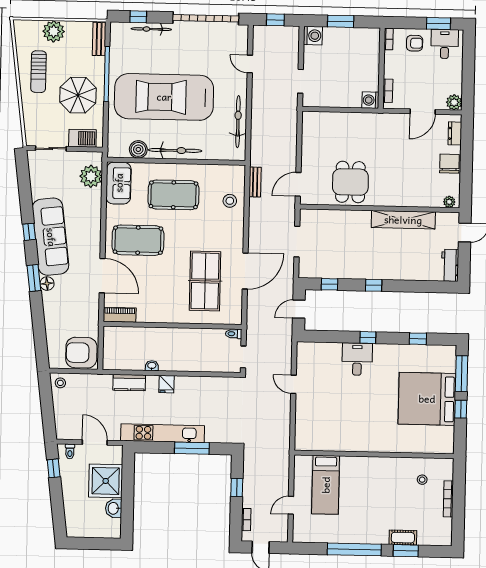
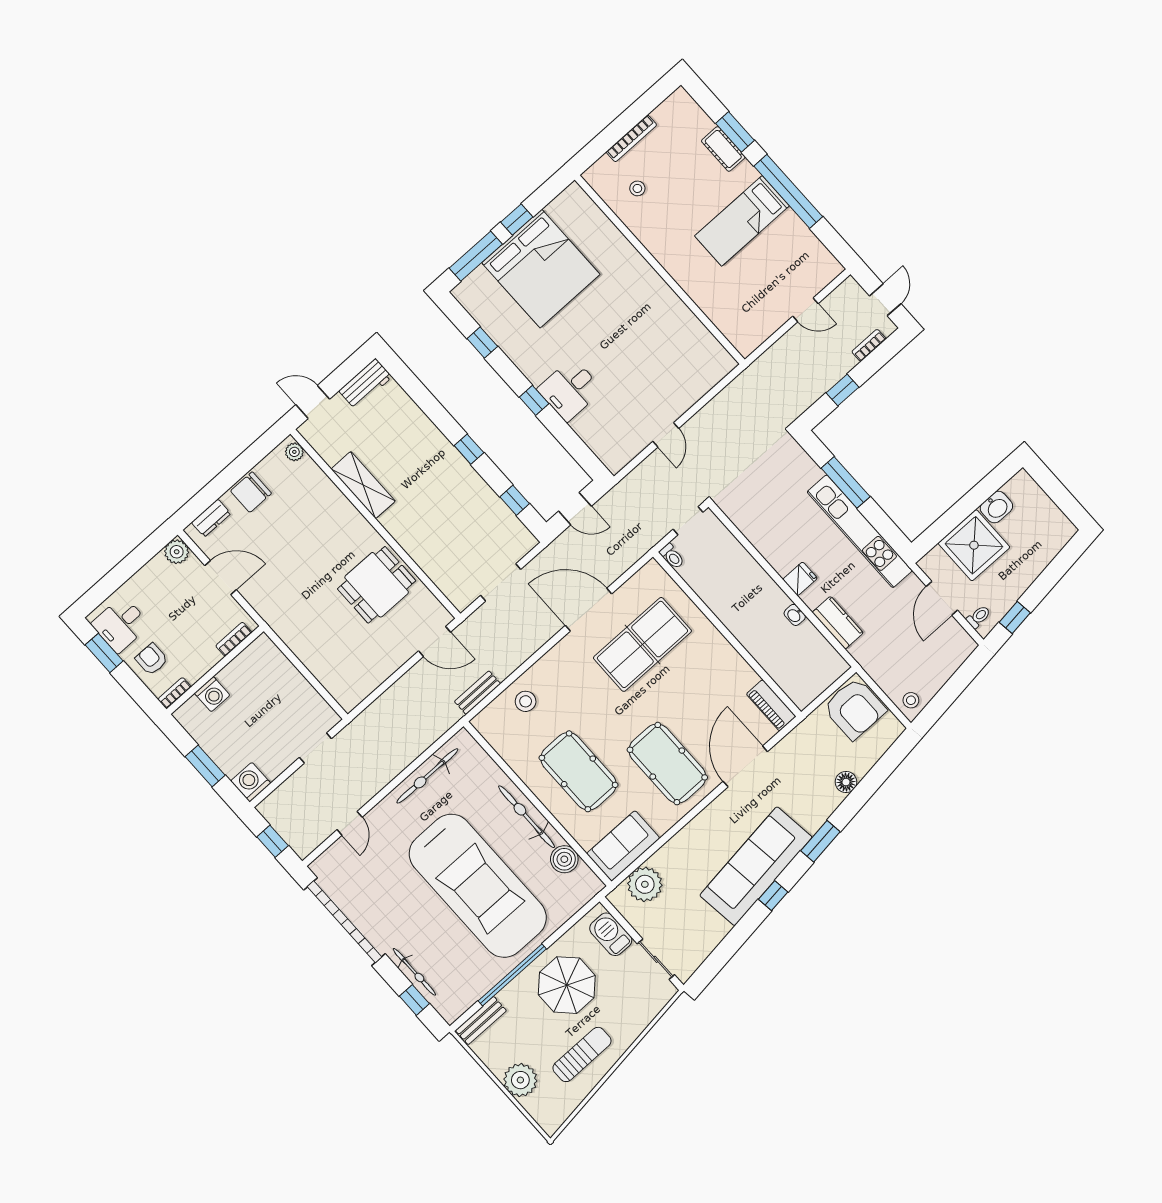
washing machine: (370, 100) -> (212, 694), moved
shelving: (403, 220) -> (363, 485), width x0.68
floor lamp: (47, 284) -> (846, 782), moved
bed: (326, 485) -> (742, 221), moved, turned 180

